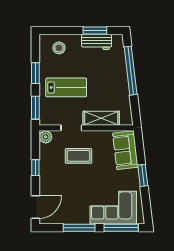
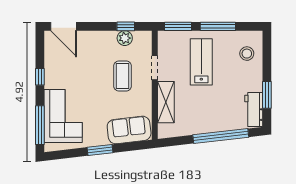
workbench: (97, 42) -> (254, 109), moved
window: (35, 73) -> (218, 26), width x1.44
lab bench: (66, 87) -> (201, 62), turned 180
plant: (46, 137) -> (125, 38), moved
window: (35, 168) -> (126, 26), moved
window: (79, 228) -> (40, 77), width x0.46

